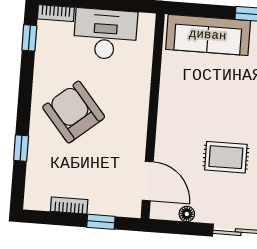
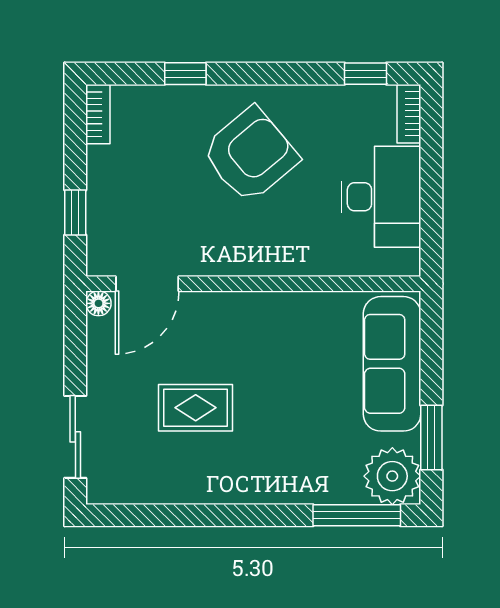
rug: (226, 157) -> (196, 408), turned 90
bookcase: (69, 205) -> (98, 114), moved
floor lamp: (187, 214) -> (98, 303), moved

